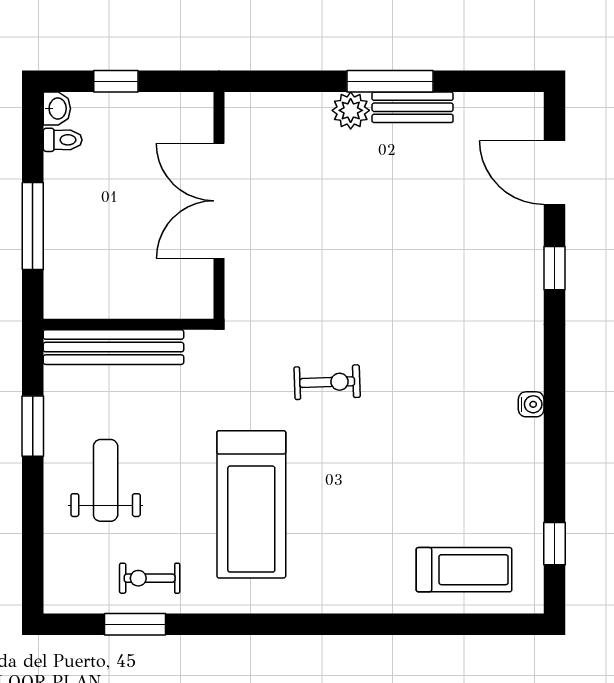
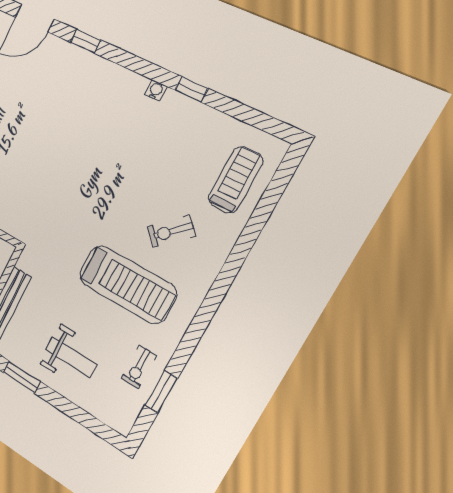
exercise bike: (327, 382) -> (171, 231), moved, turned -132
weight bench: (106, 480) -> (71, 357), turned 180
window: (554, 544) -> (191, 89), moved

